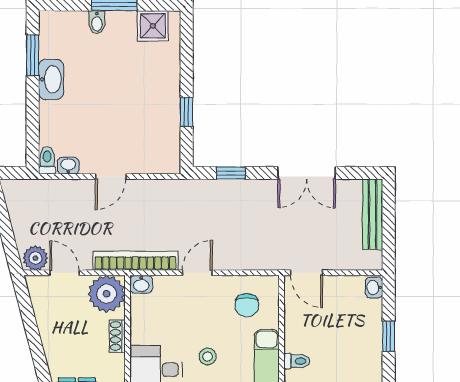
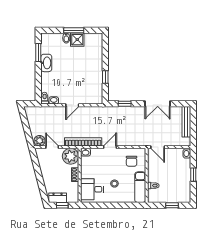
shower: (153, 26) -> (77, 40), moved

